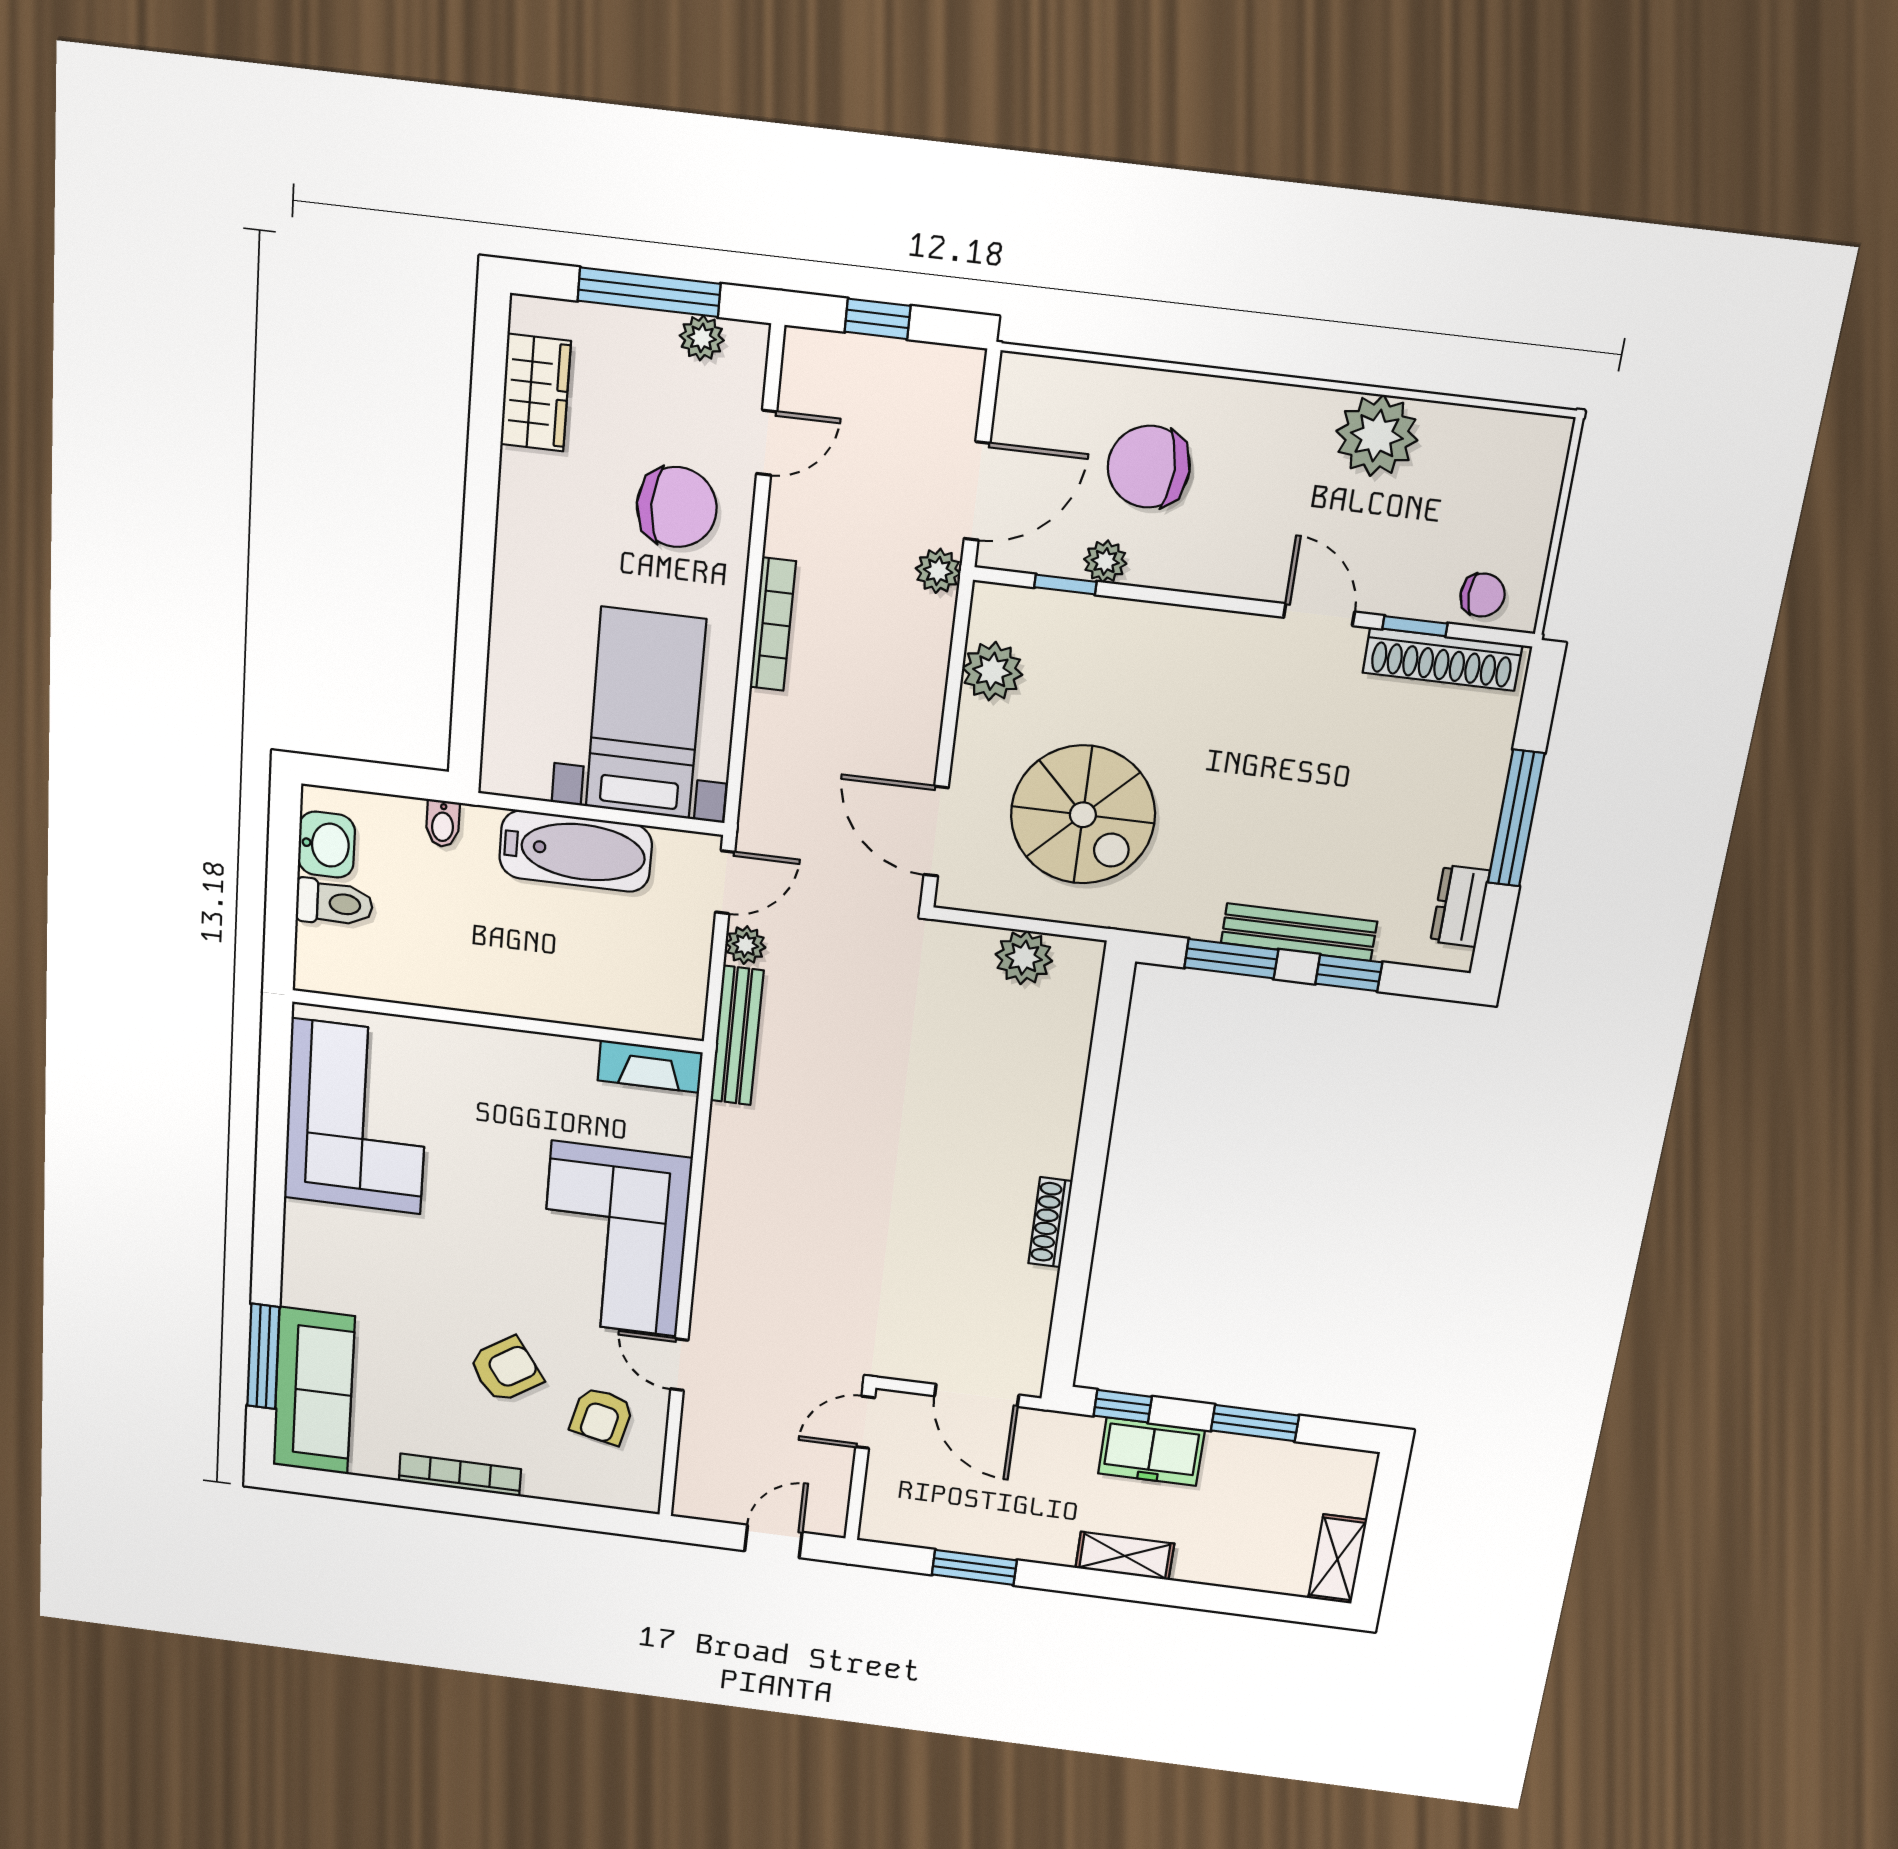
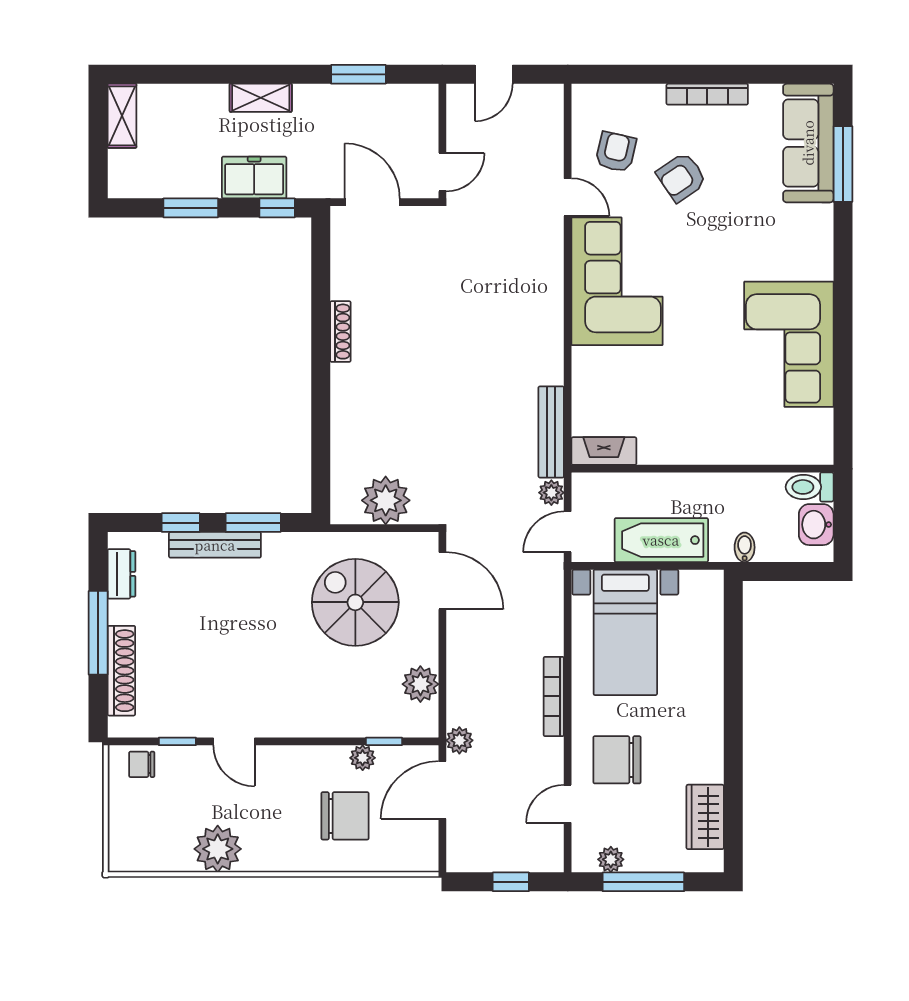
shoe rack: (1442, 659) -> (121, 671), moved, turned 90
plant: (1024, 958) -> (386, 500), width x1.36, depth x1.36
wall: (497, 1021) -> (702, 469), moved
fireplace: (650, 1066) -> (604, 451), moved

